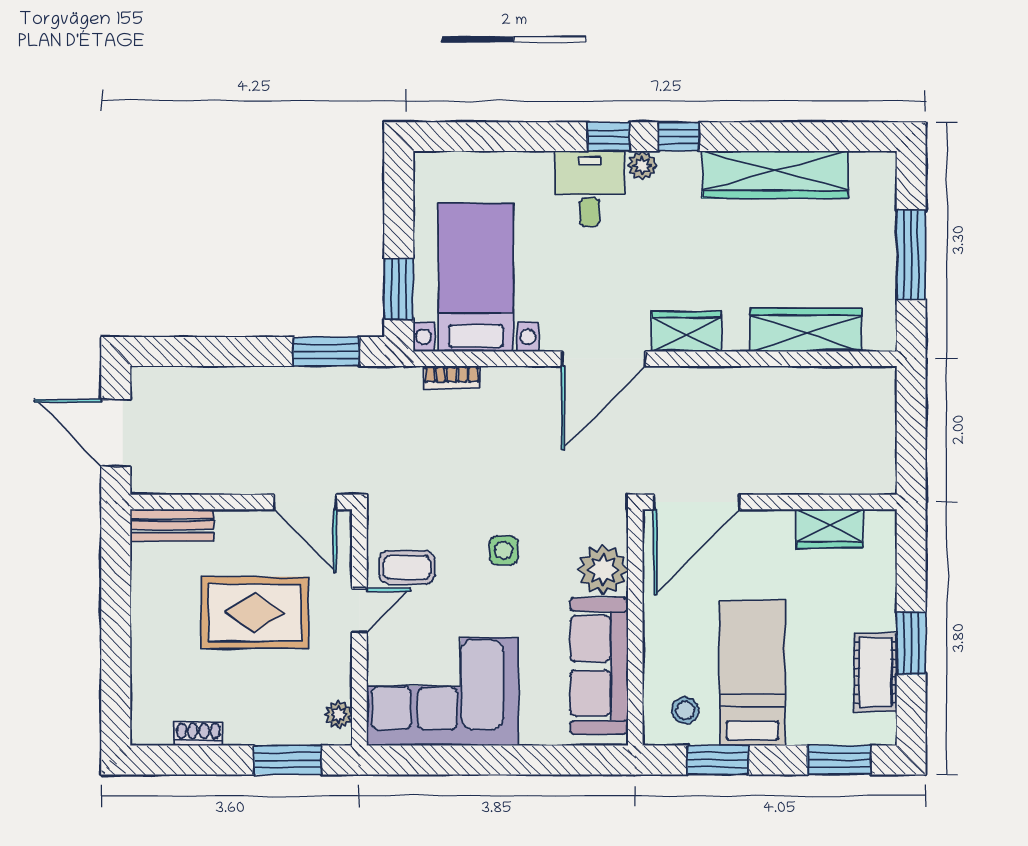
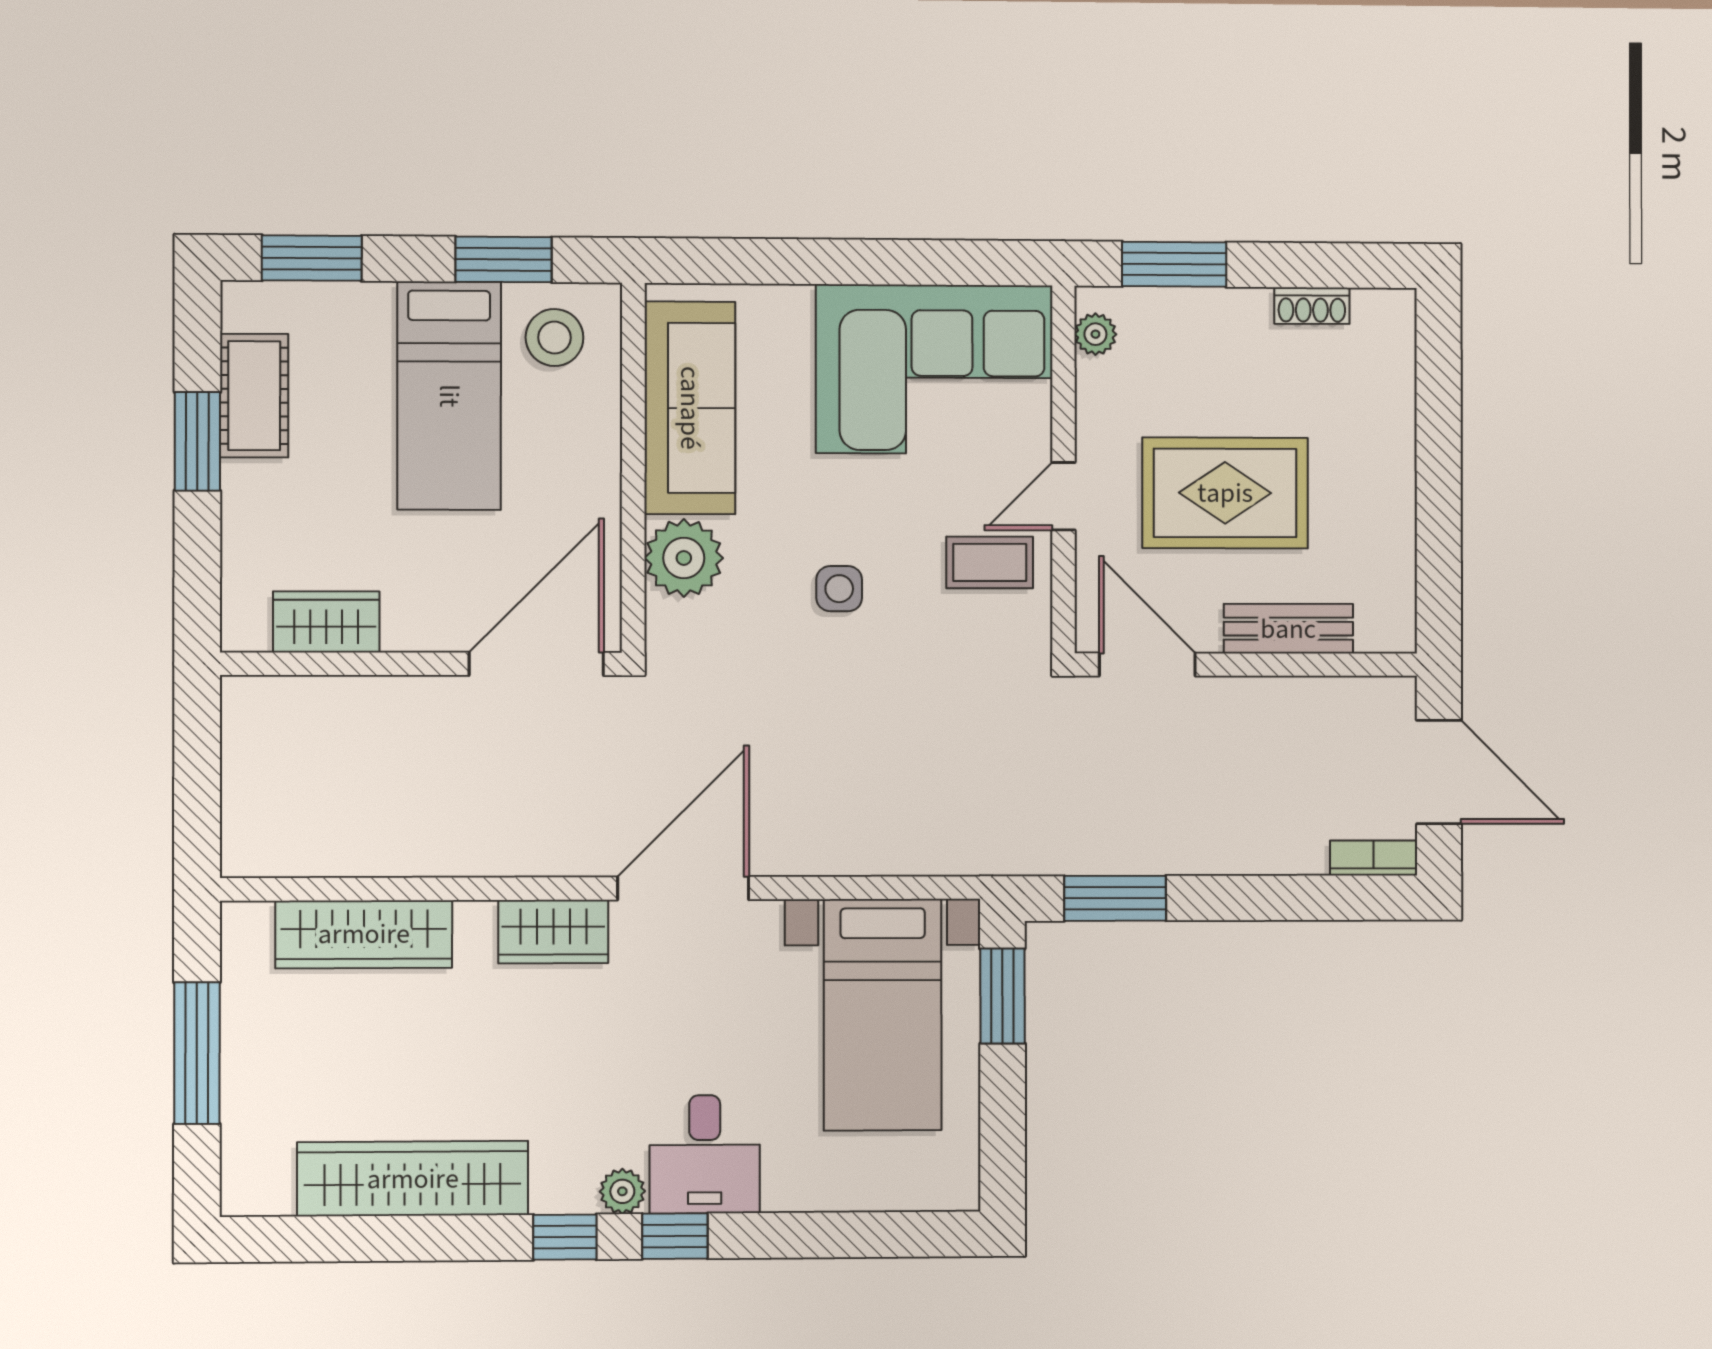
bookcase: (452, 377) -> (1374, 858), moved
bench: (172, 525) -> (1288, 629), moved
stool: (685, 710) -> (554, 338), width x1.37, depth x1.37

